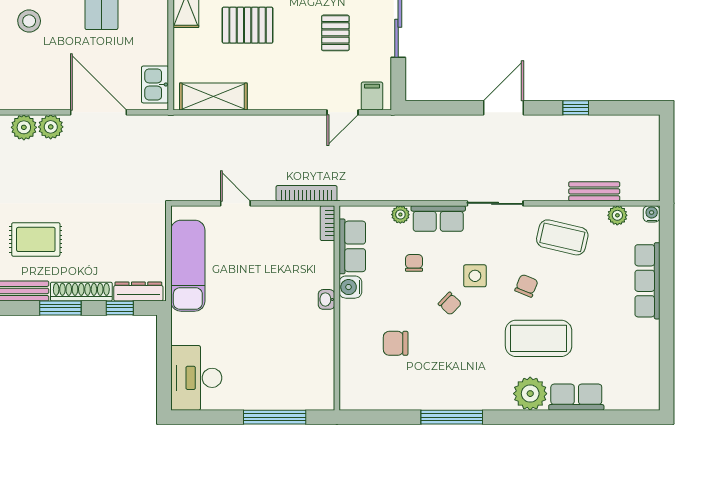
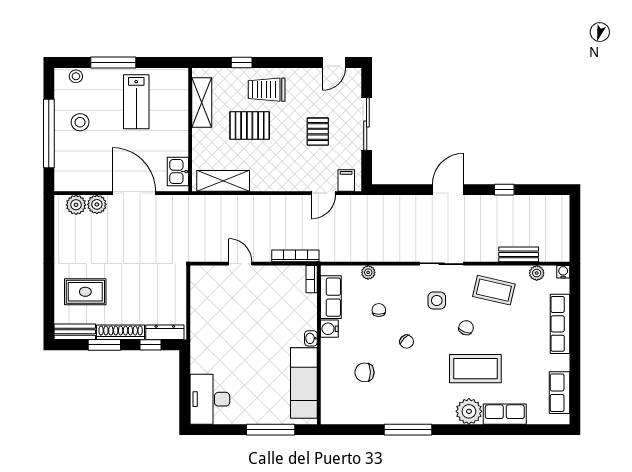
row of seats: (438, 219) -> (560, 393), moved, turned 90
exam couch: (188, 266) -> (304, 383), moved, turned 180
side table: (475, 276) -> (437, 300), moved

